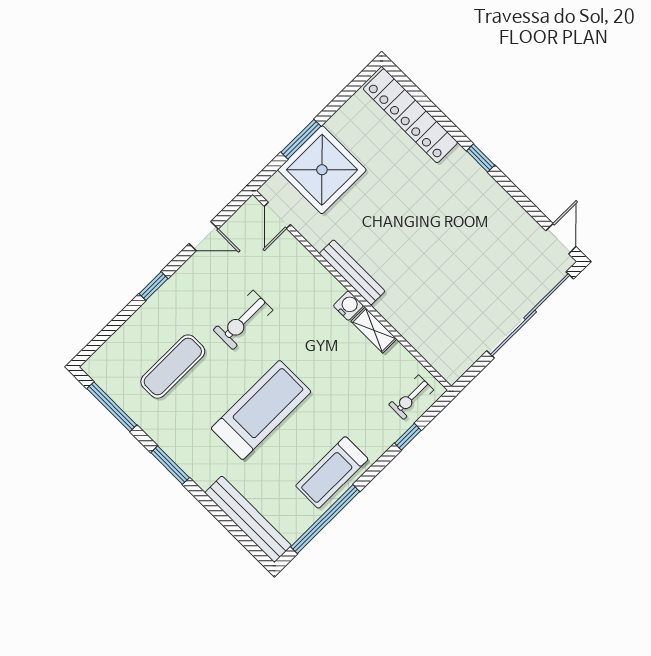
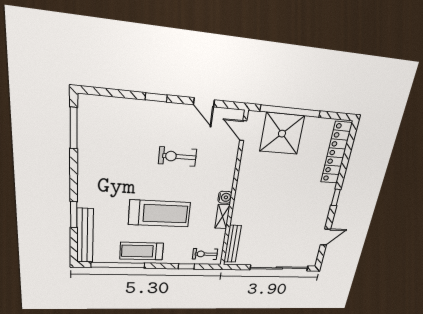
window: (301, 139) -> (290, 111), width x2.11
door: (277, 215) -> (243, 131), hinge flipped
door: (561, 239) -> (325, 237), moved
bench: (352, 272) -> (232, 244), moved
exercise mat: (173, 367) -> (124, 142), removed
treadmill: (261, 410) -> (160, 213), moved
window: (170, 465) -> (74, 215), moved

